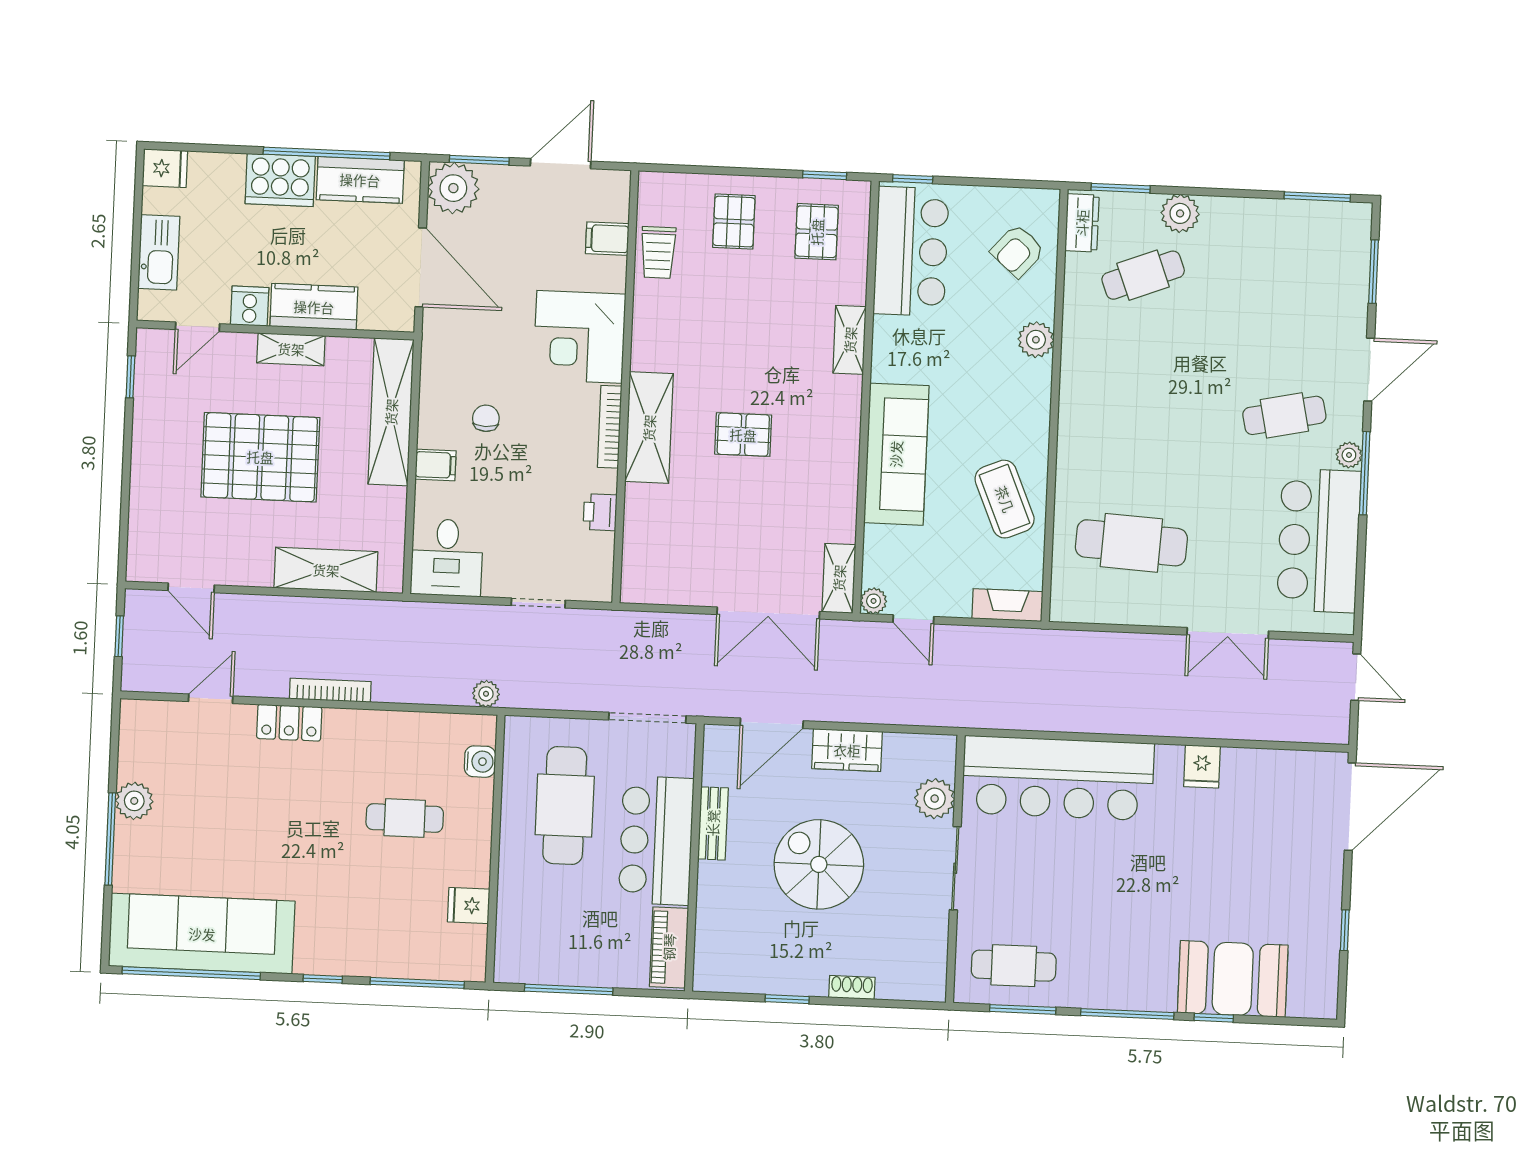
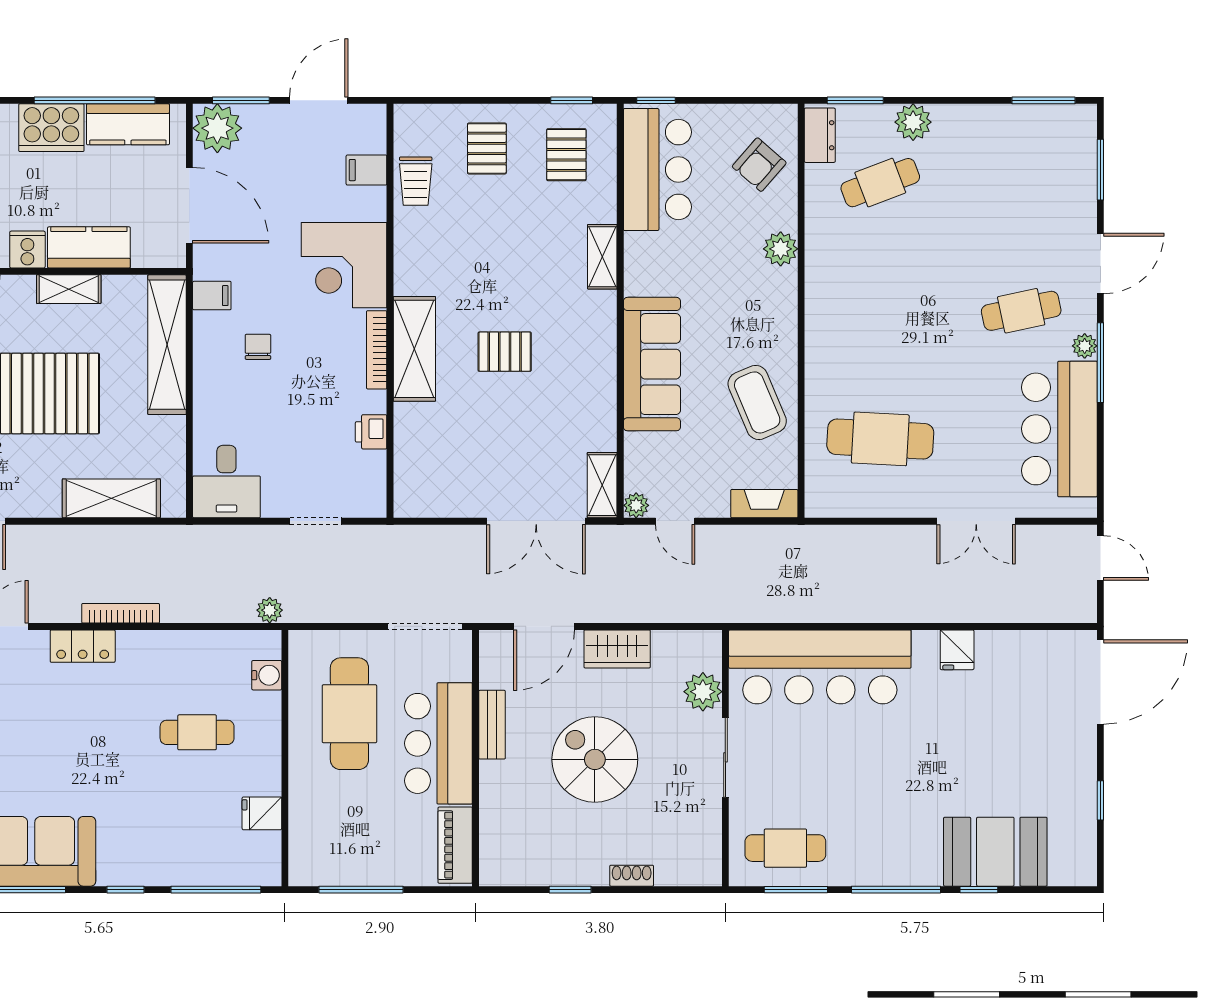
filing cabinet: (436, 465) -> (212, 296), moved

